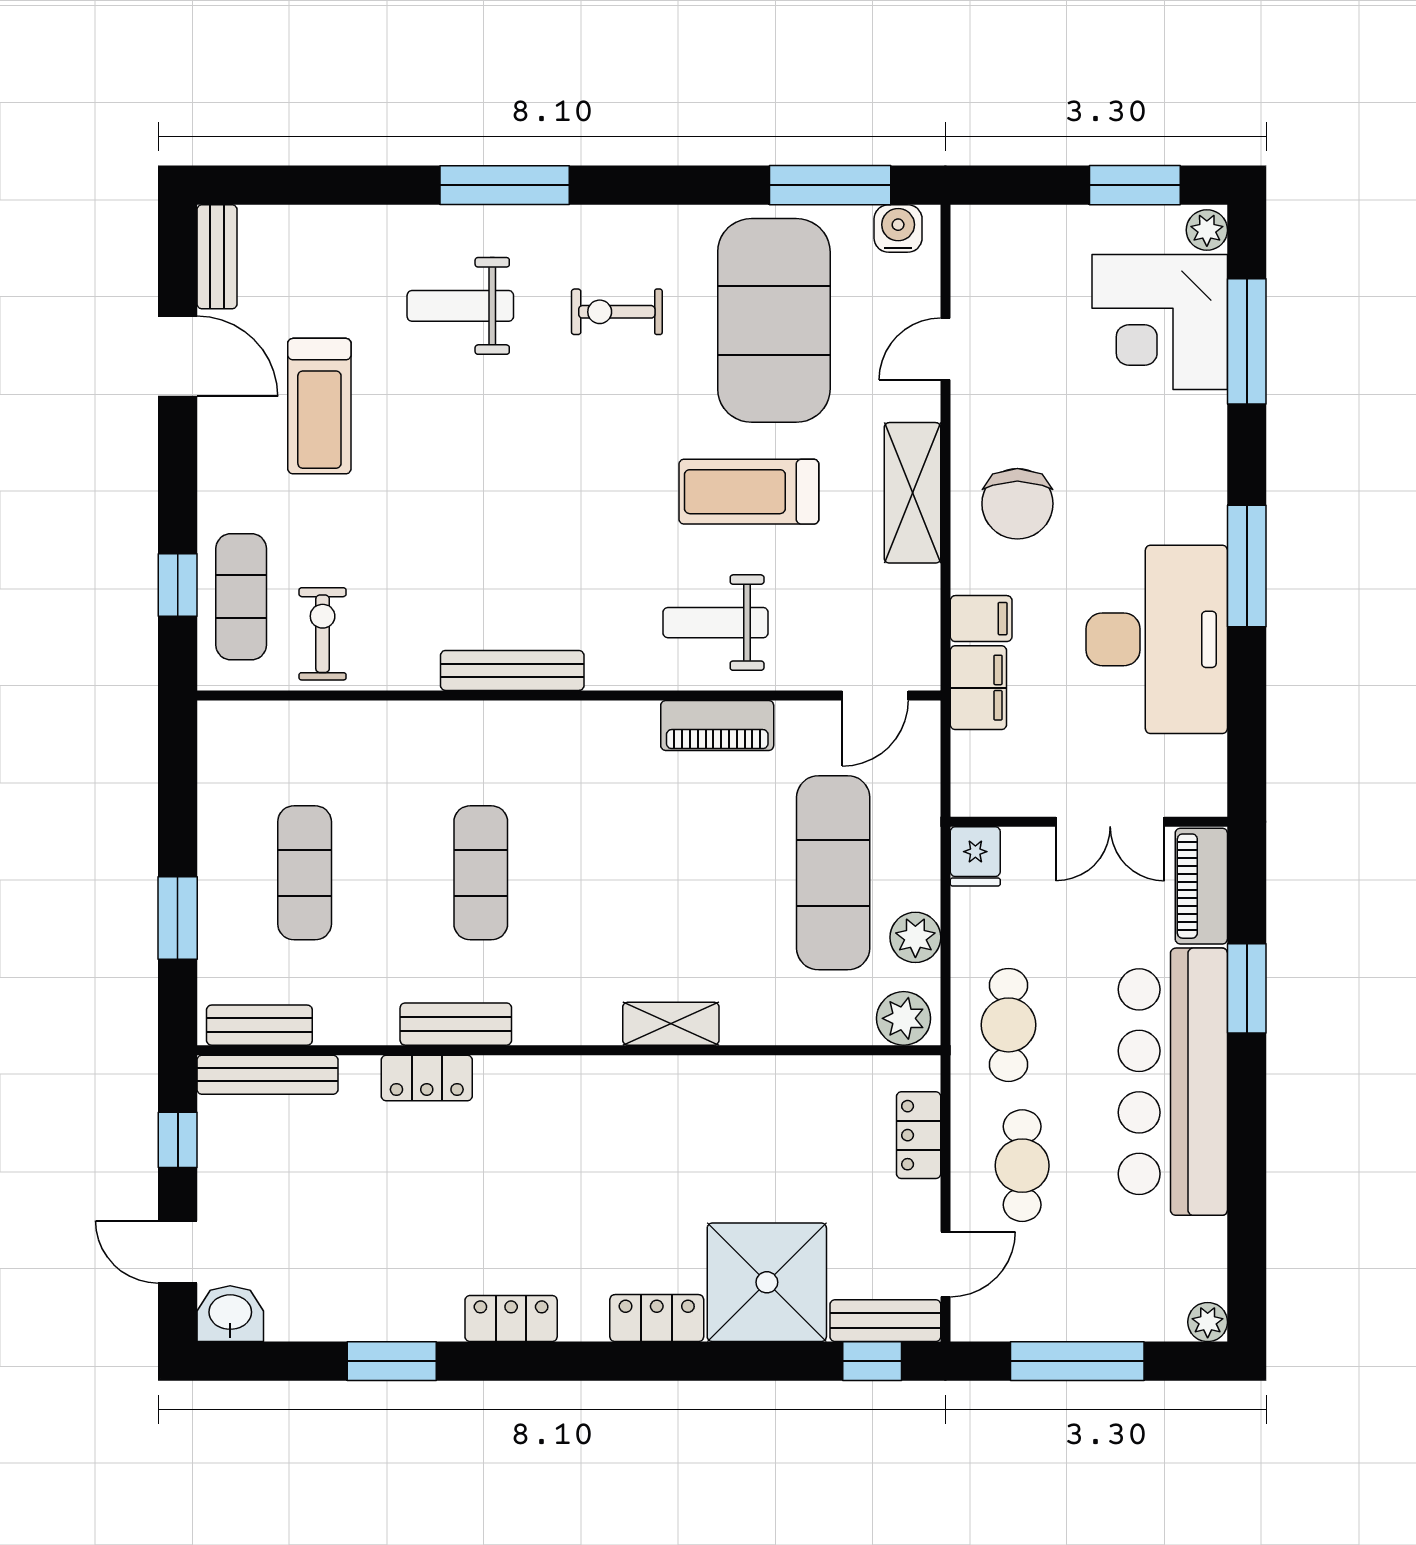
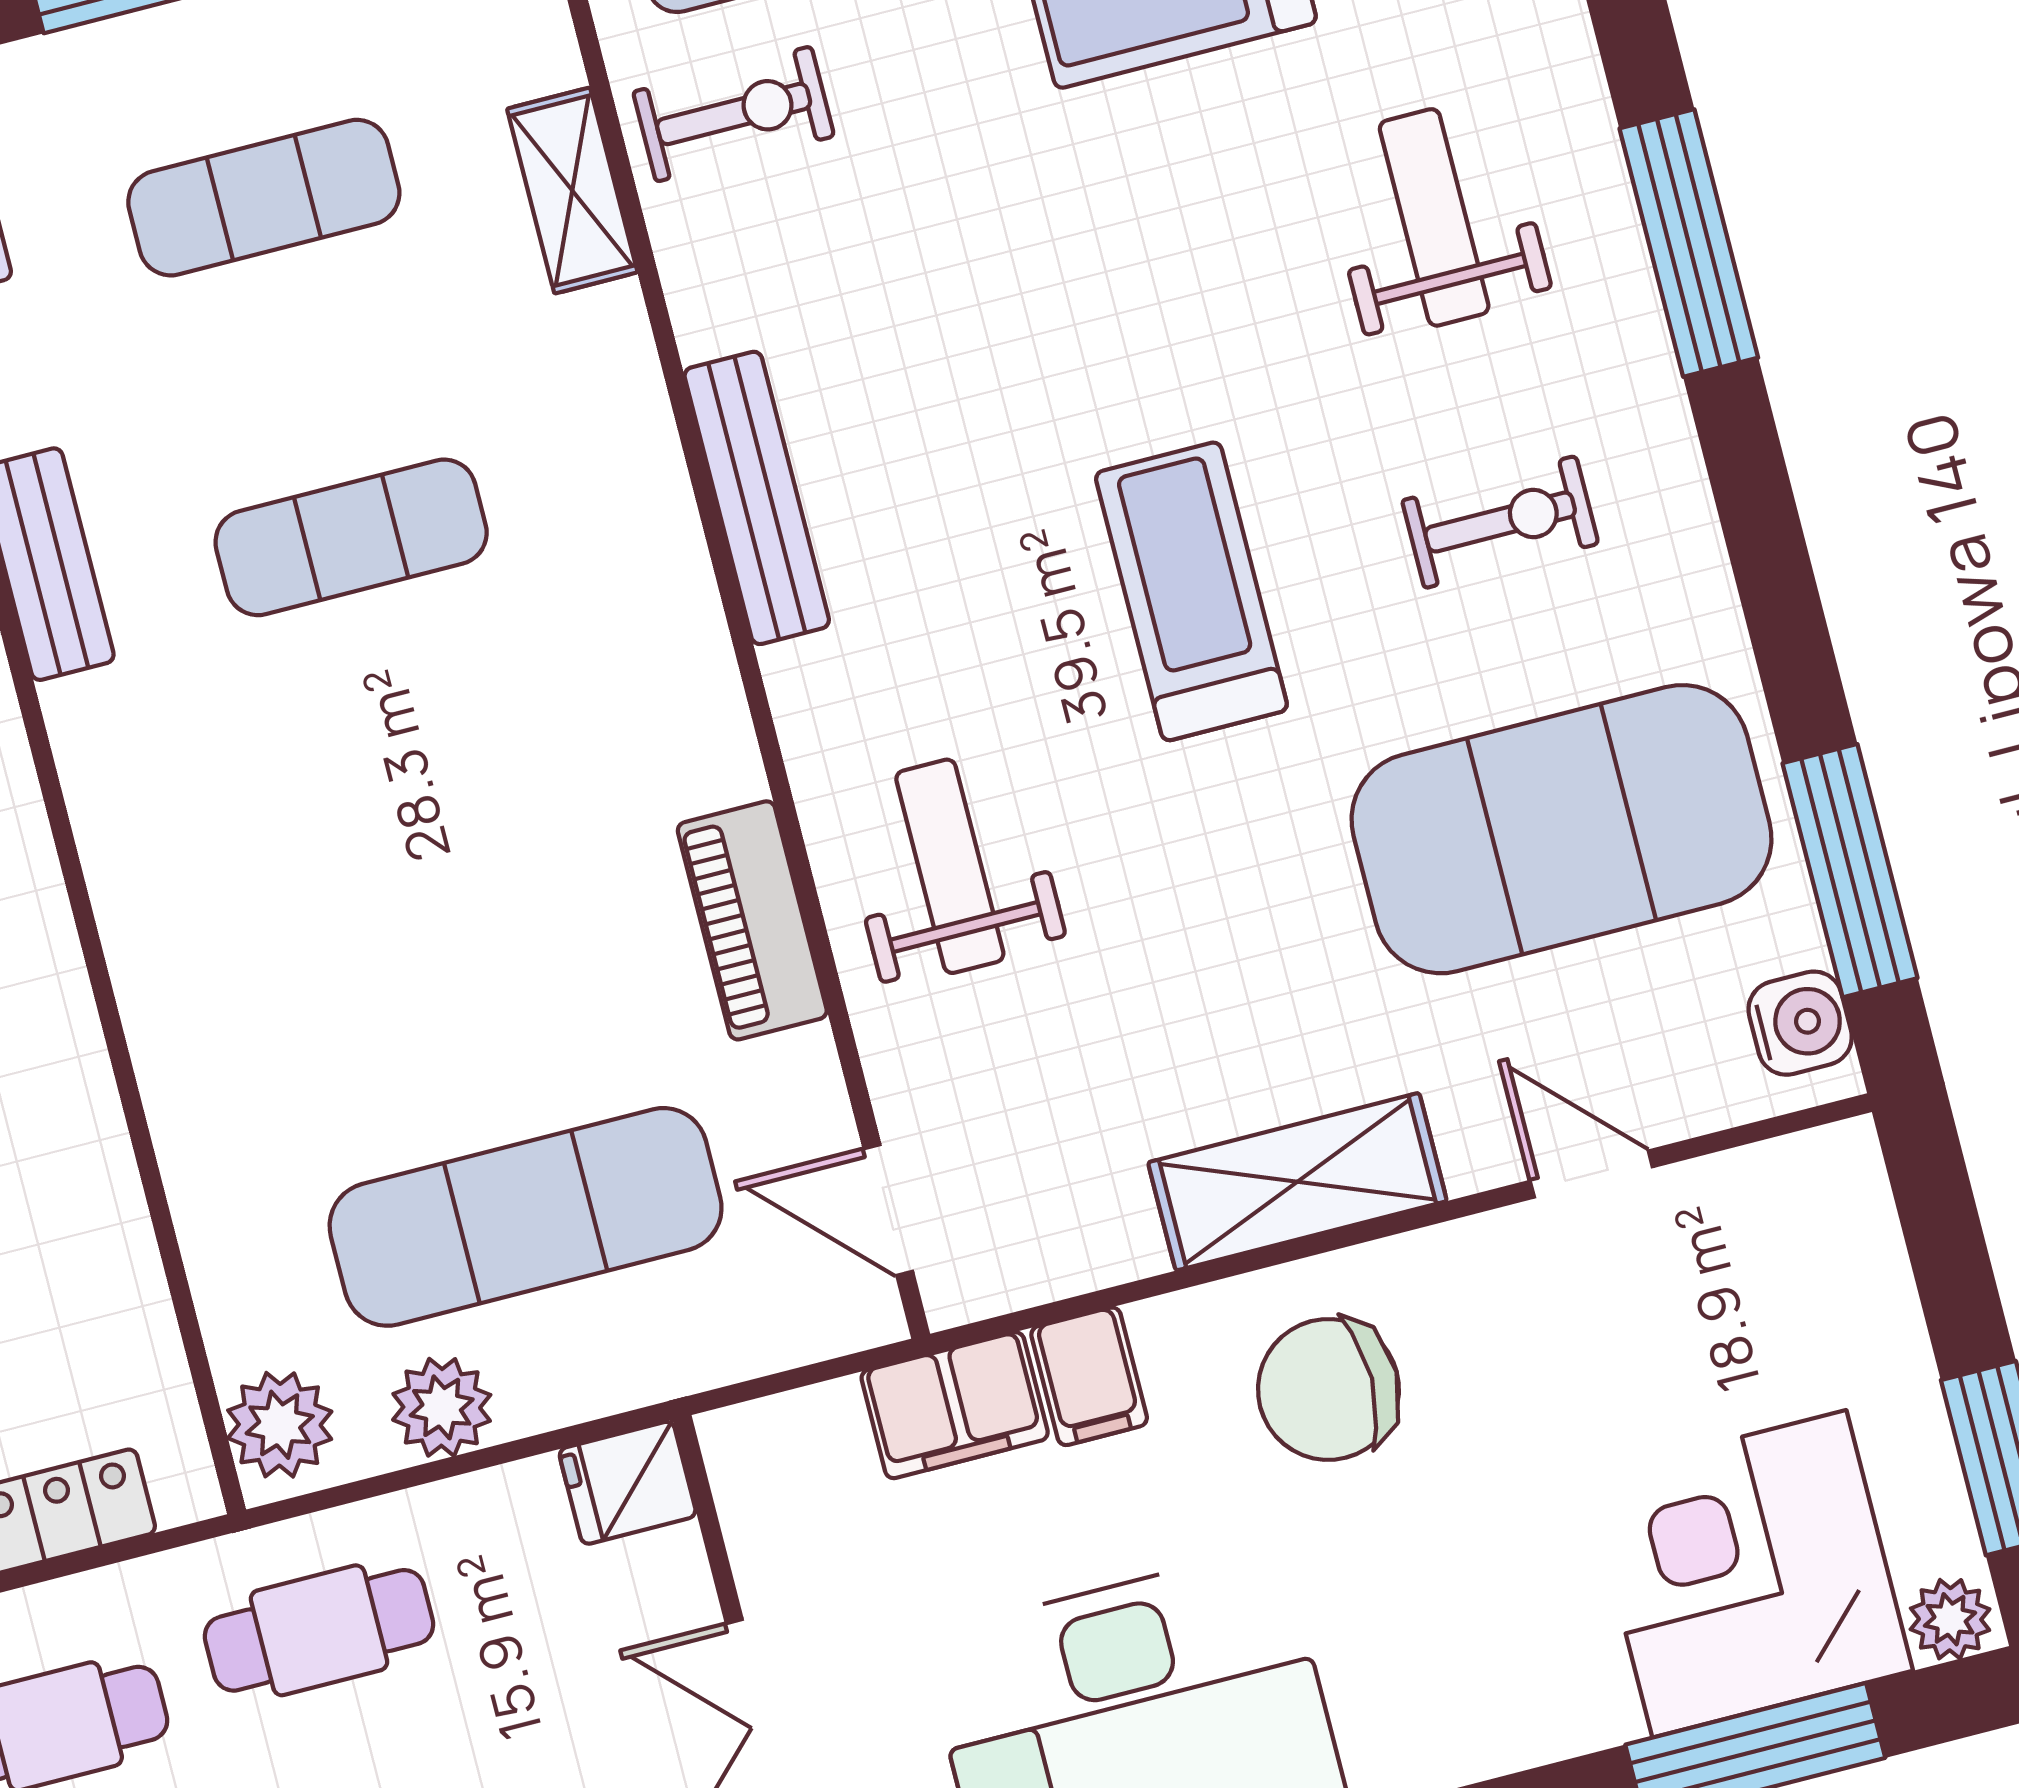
exercise bike: (617, 312) -> (1500, 522), turned 90
treadmill: (749, 492) -> (1191, 591), moved
shelving: (671, 1024) -> (572, 191), moved

